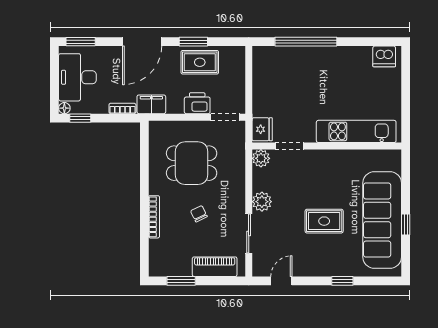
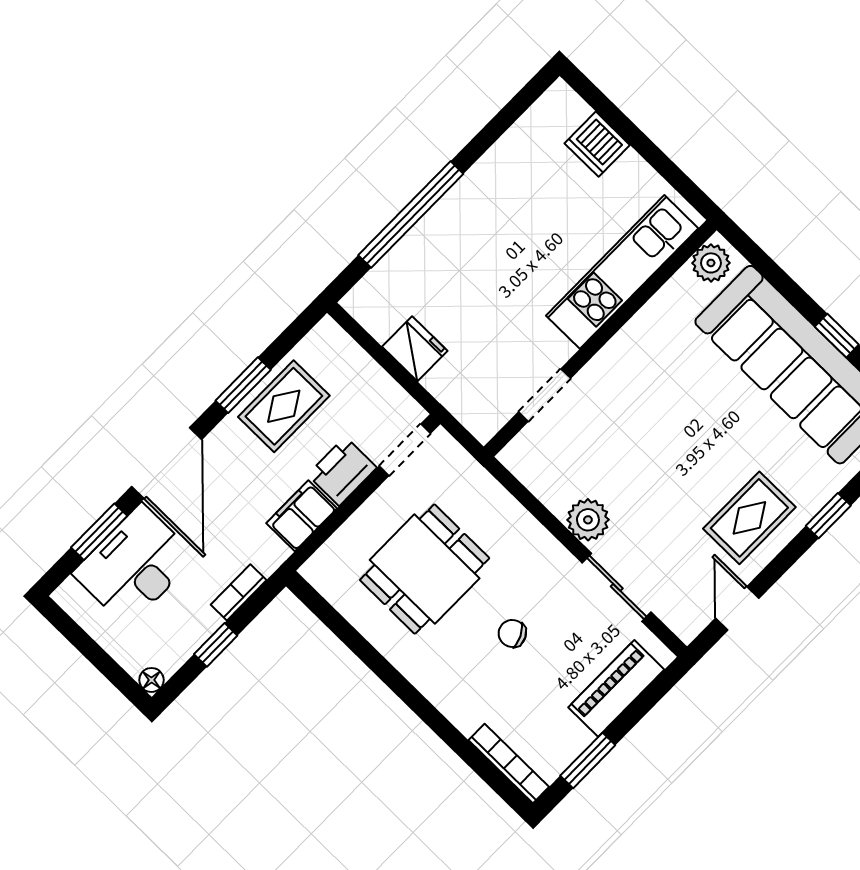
window: (81, 42) -> (99, 532), moved
dishwasher: (384, 56) -> (597, 144), moved, turned 90
desk: (77, 77) -> (135, 565), moved, turned 90
filing cabinet: (151, 104) -> (302, 516), moved
window: (80, 118) -> (216, 645), moved
fridge: (262, 129) -> (415, 349), moved
plant: (261, 158) -> (711, 263), moved
bookcase: (154, 217) -> (509, 764), moved
rug: (324, 221) -> (749, 518), moved

